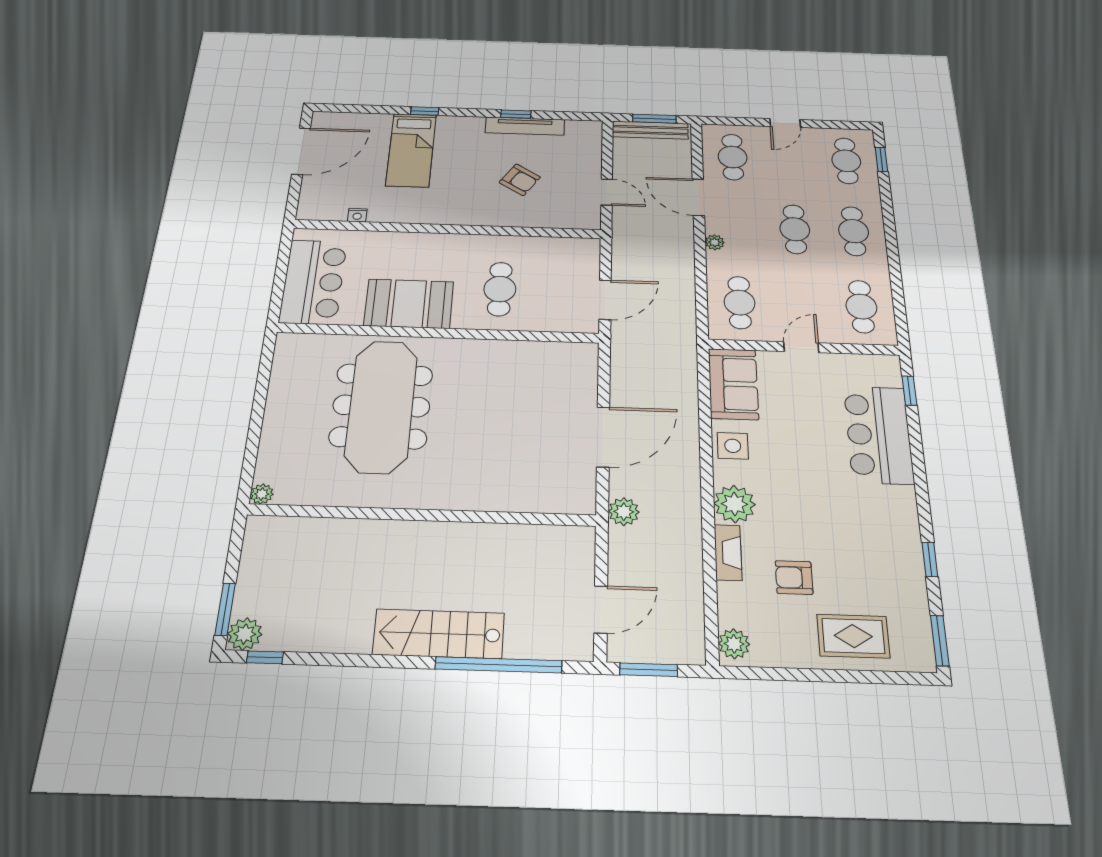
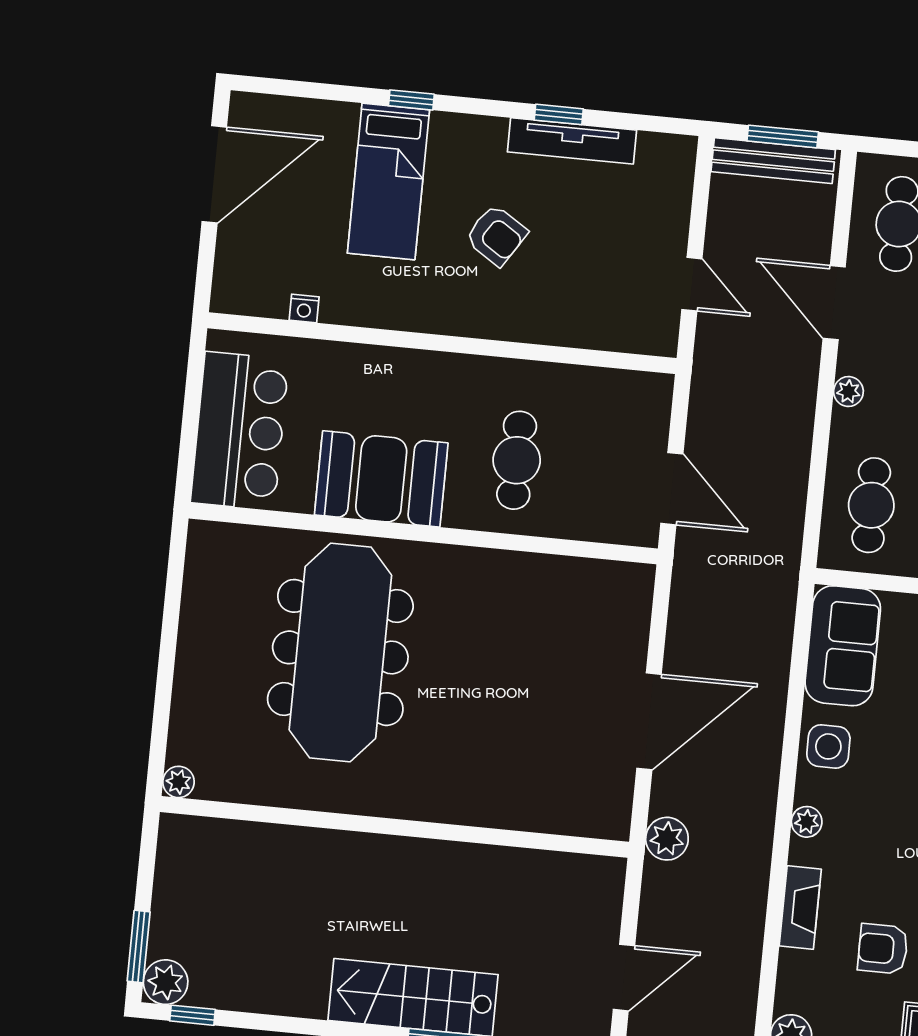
armchair: (520, 180) -> (496, 235), moved
door: (605, 300) -> (672, 489), hinge flipped
plant: (734, 504) -> (807, 822), width x0.53, depth x0.53

